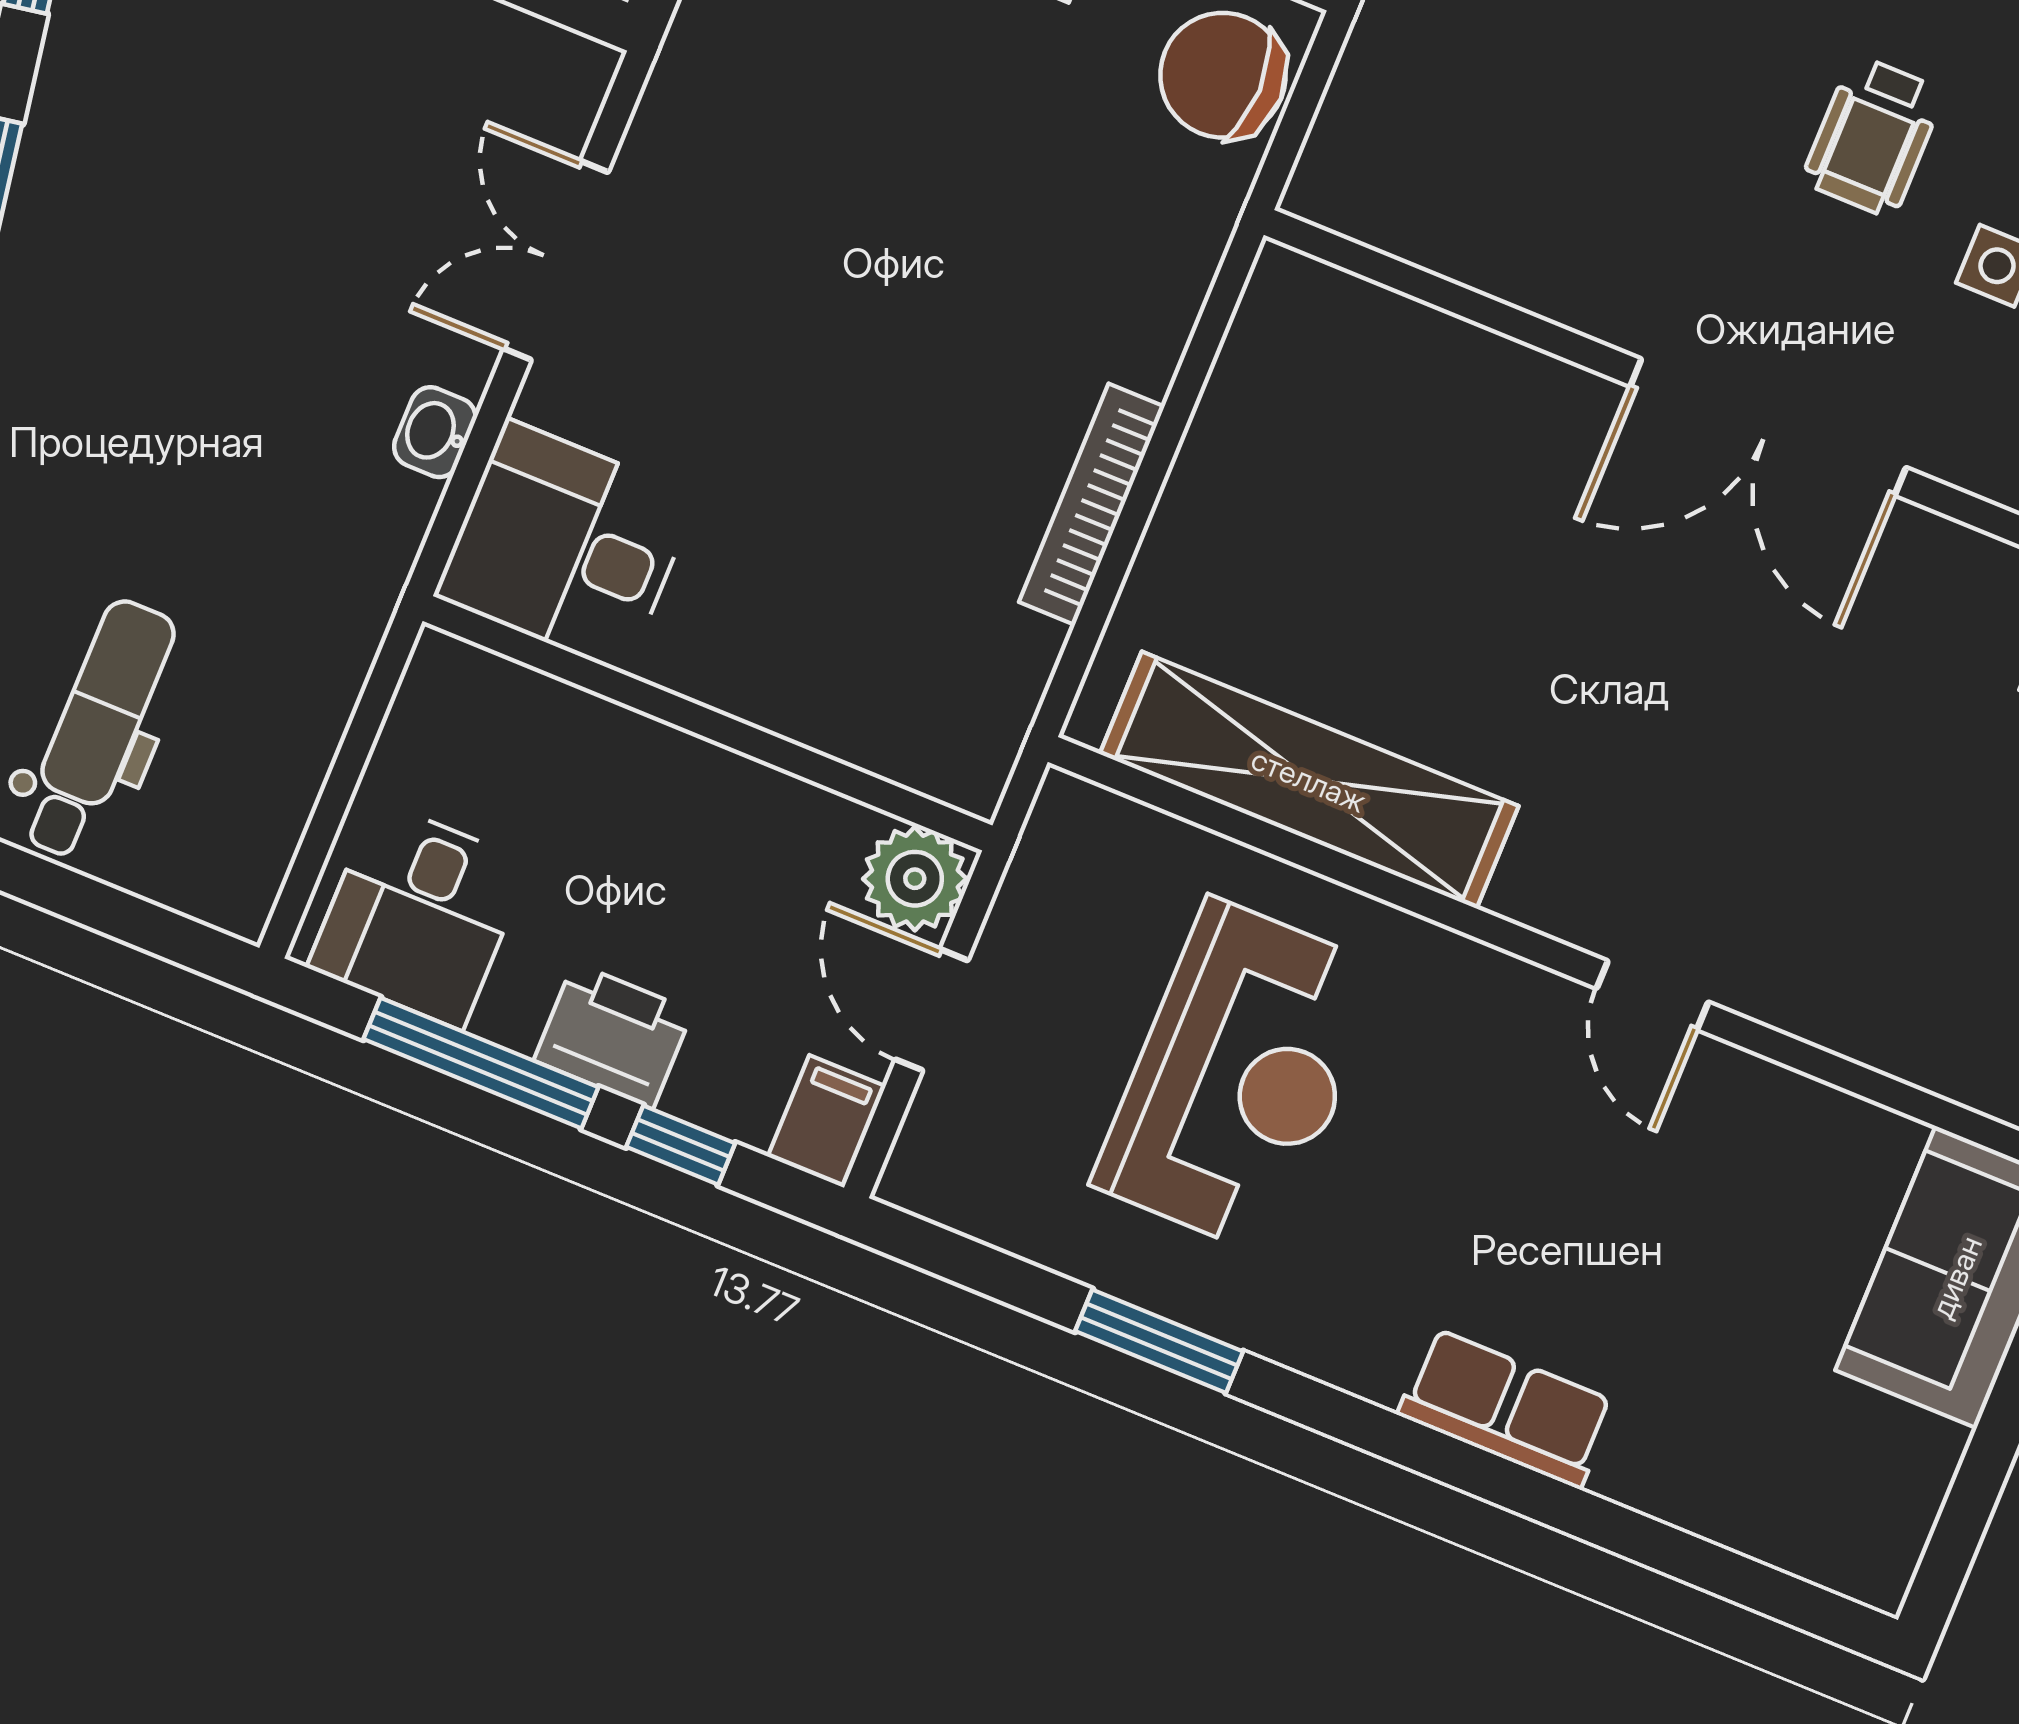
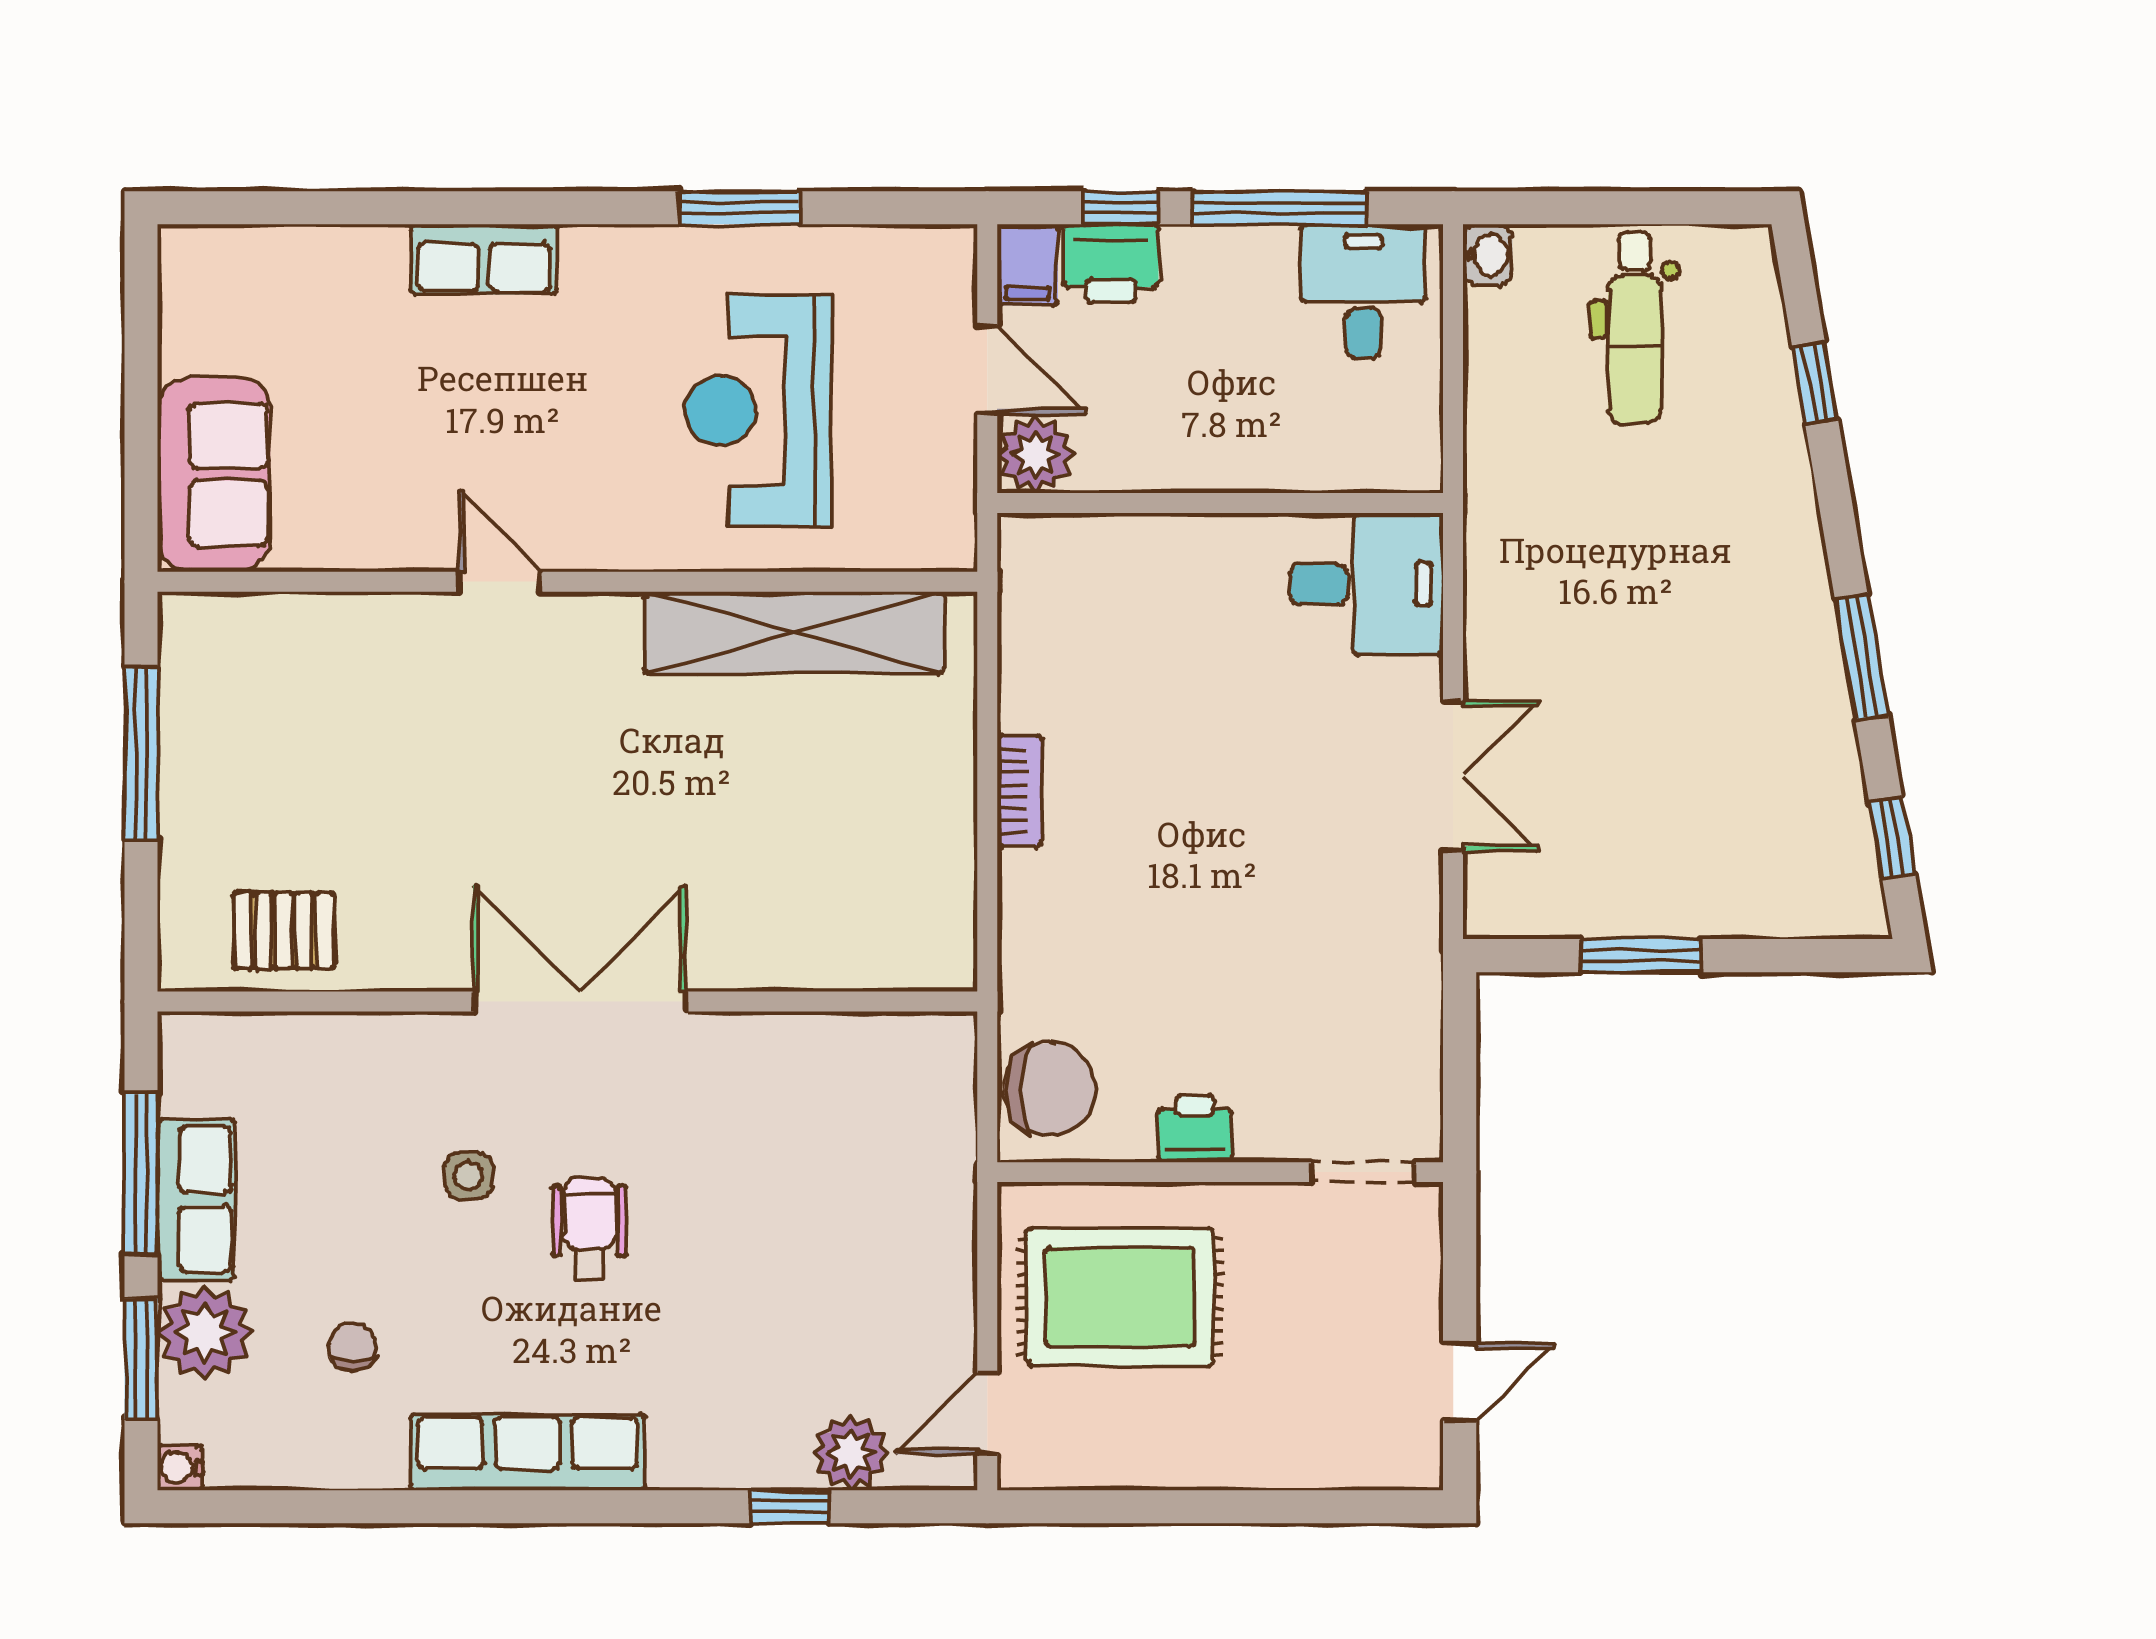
washbasin: (435, 432) -> (1488, 255), moved
bookcase: (1092, 504) -> (1019, 791), width x0.64
printer: (613, 1036) -> (1111, 263), moved

